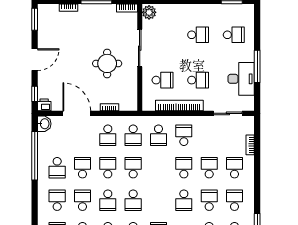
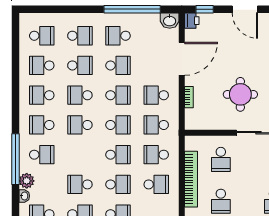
school desk: (158, 168) -> (118, 155), added

